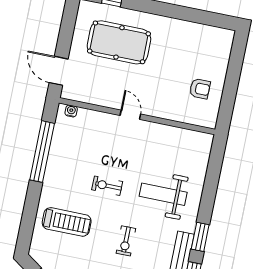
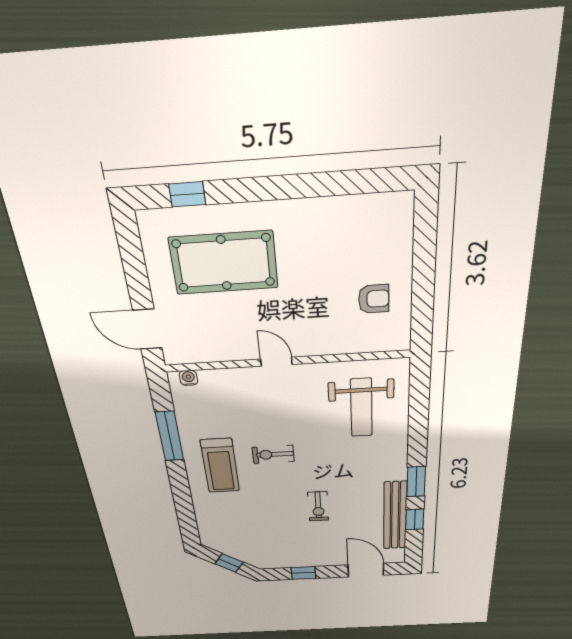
window: (42, 152) -> (170, 436), width x0.68
weight bench: (163, 194) -> (361, 408), moved, turned -90
treadmill: (67, 222) -> (220, 466), moved, turned 90

